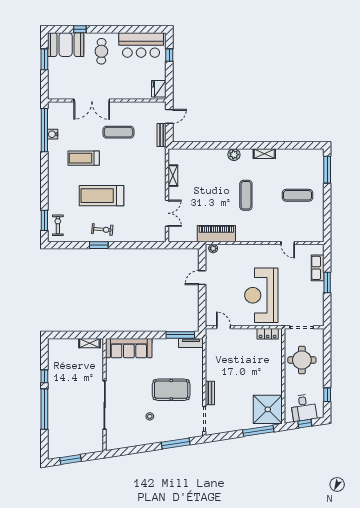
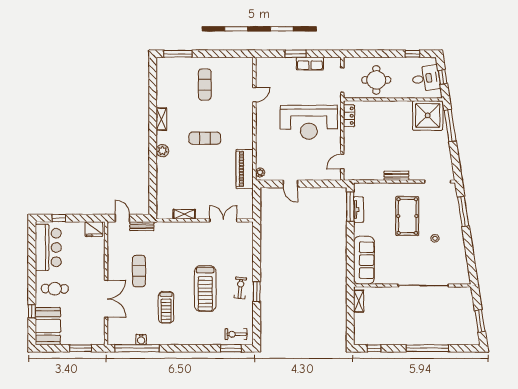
window: (44, 59) -> (81, 348), moved
row of seats: (318, 268) -> (310, 64), moved
tv unit: (191, 343) -> (359, 210), moved
window: (44, 376) -> (374, 348), moved
bench: (210, 393) -> (396, 176), moved

